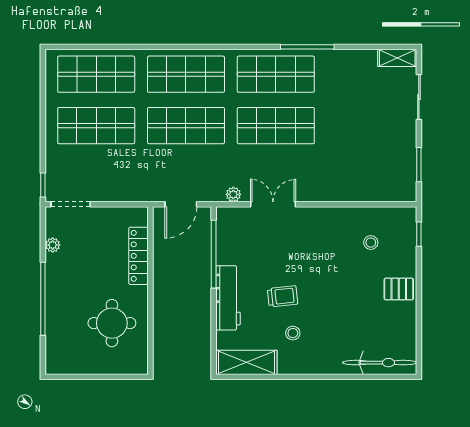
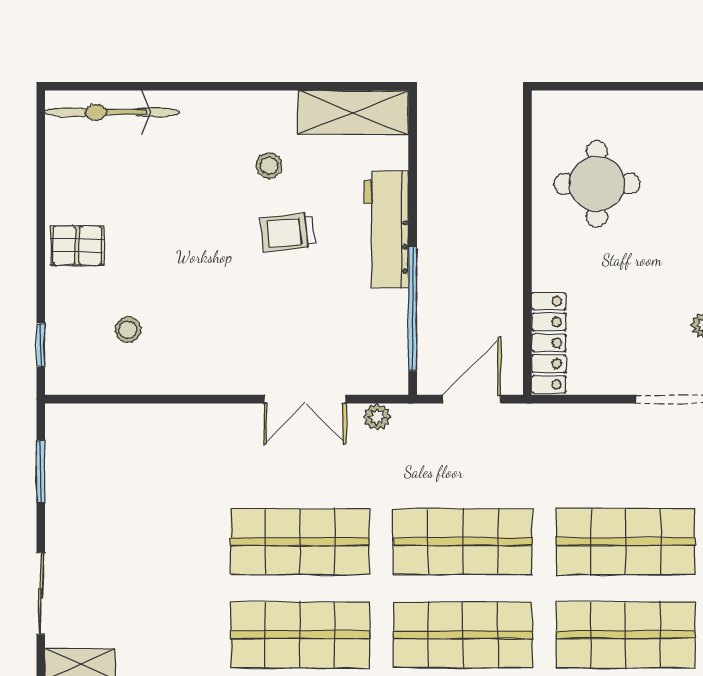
locker: (139, 256) -> (549, 343), moved

